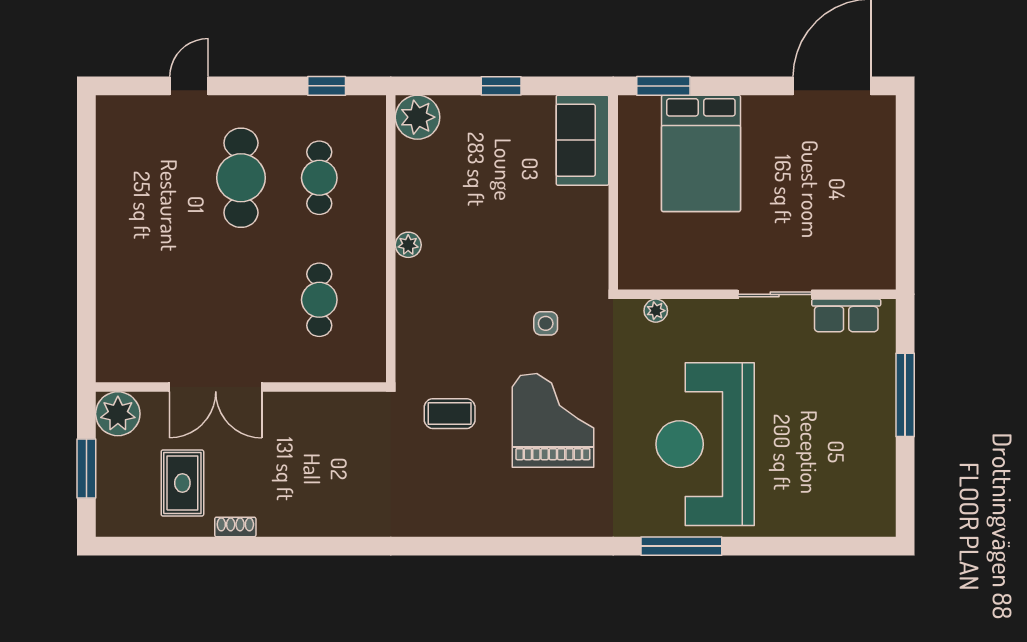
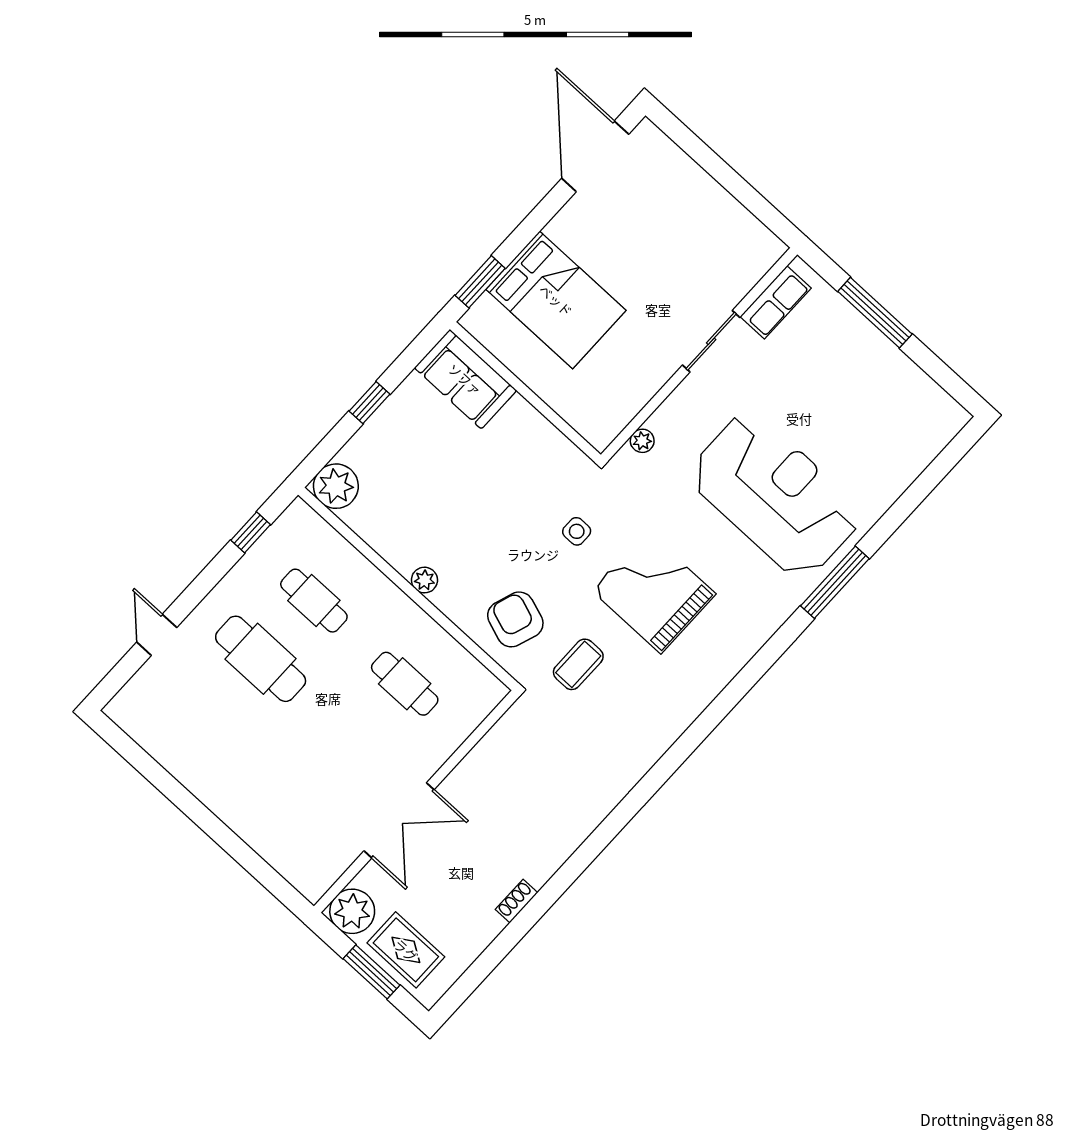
armchair: (440, 338) -> (515, 619), added
reception desk: (705, 444) -> (775, 495), turned 180
rug: (182, 483) -> (406, 950), moved

